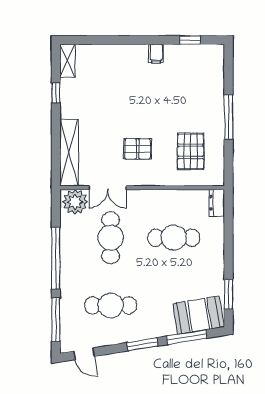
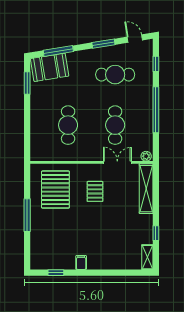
pallet: (138, 149) -> (95, 191), turned 90
pallet: (191, 151) -> (55, 190), width x1.37, depth x1.41
plant: (75, 202) -> (146, 156), width x0.53, depth x0.53
dresser: (217, 203) -> (36, 151), removed
cafe table: (174, 238) -> (68, 125), turned 90
window: (56, 320) -> (156, 64), width x0.46
window: (142, 344) -> (103, 44), moved

